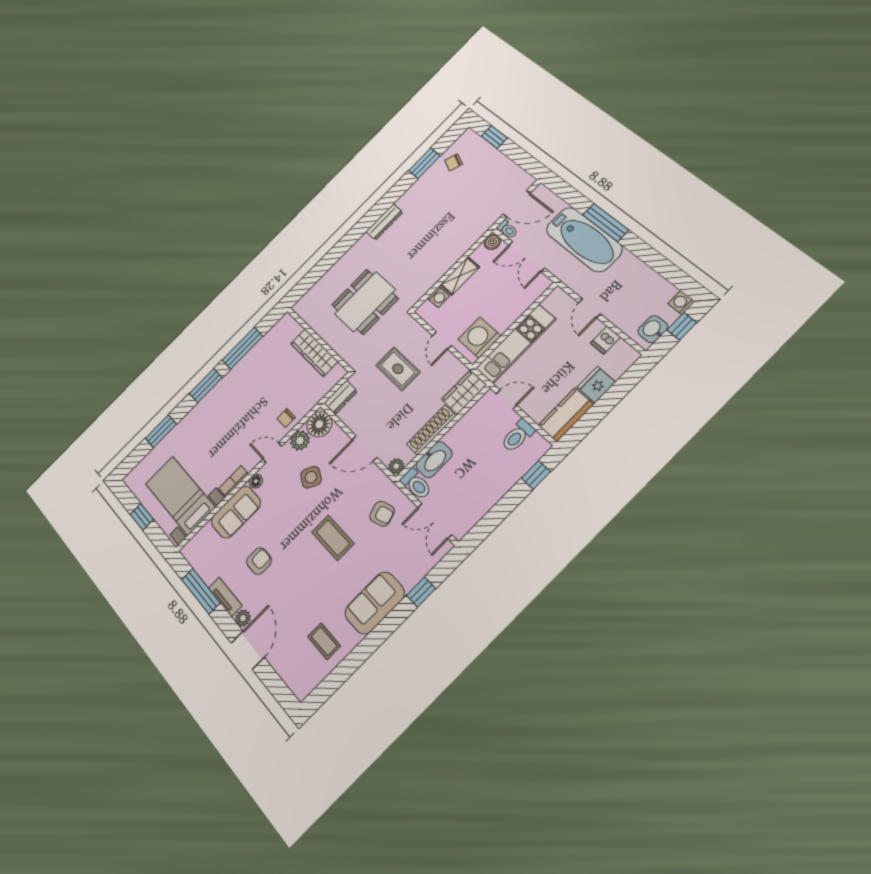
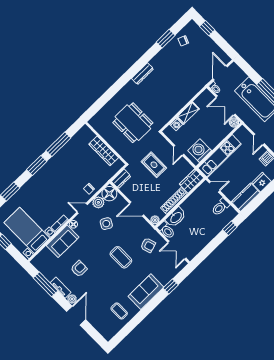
door: (517, 204) -> (220, 73), swing flipped
boiler: (492, 242) -> (234, 122), moved
dining table: (365, 302) -> (133, 123), turned 90

